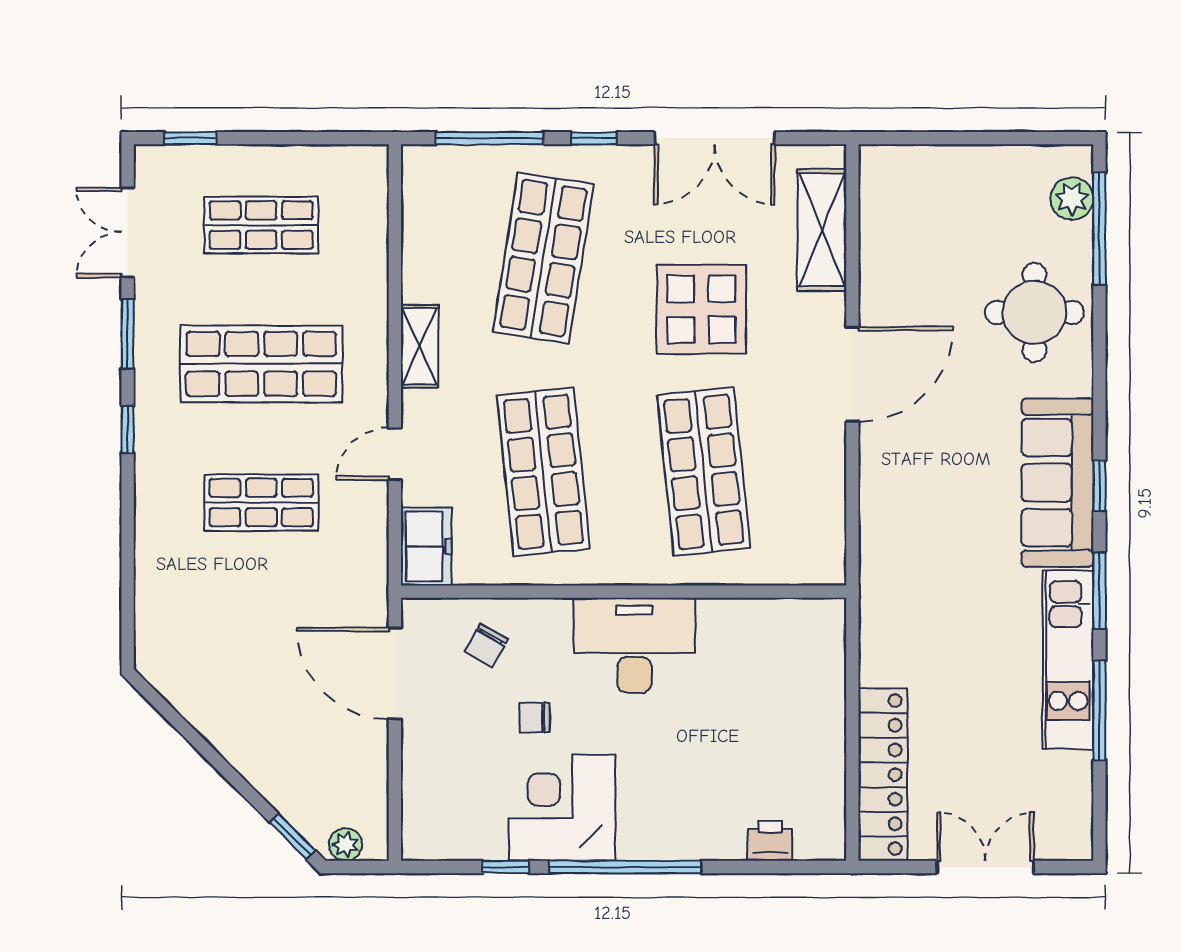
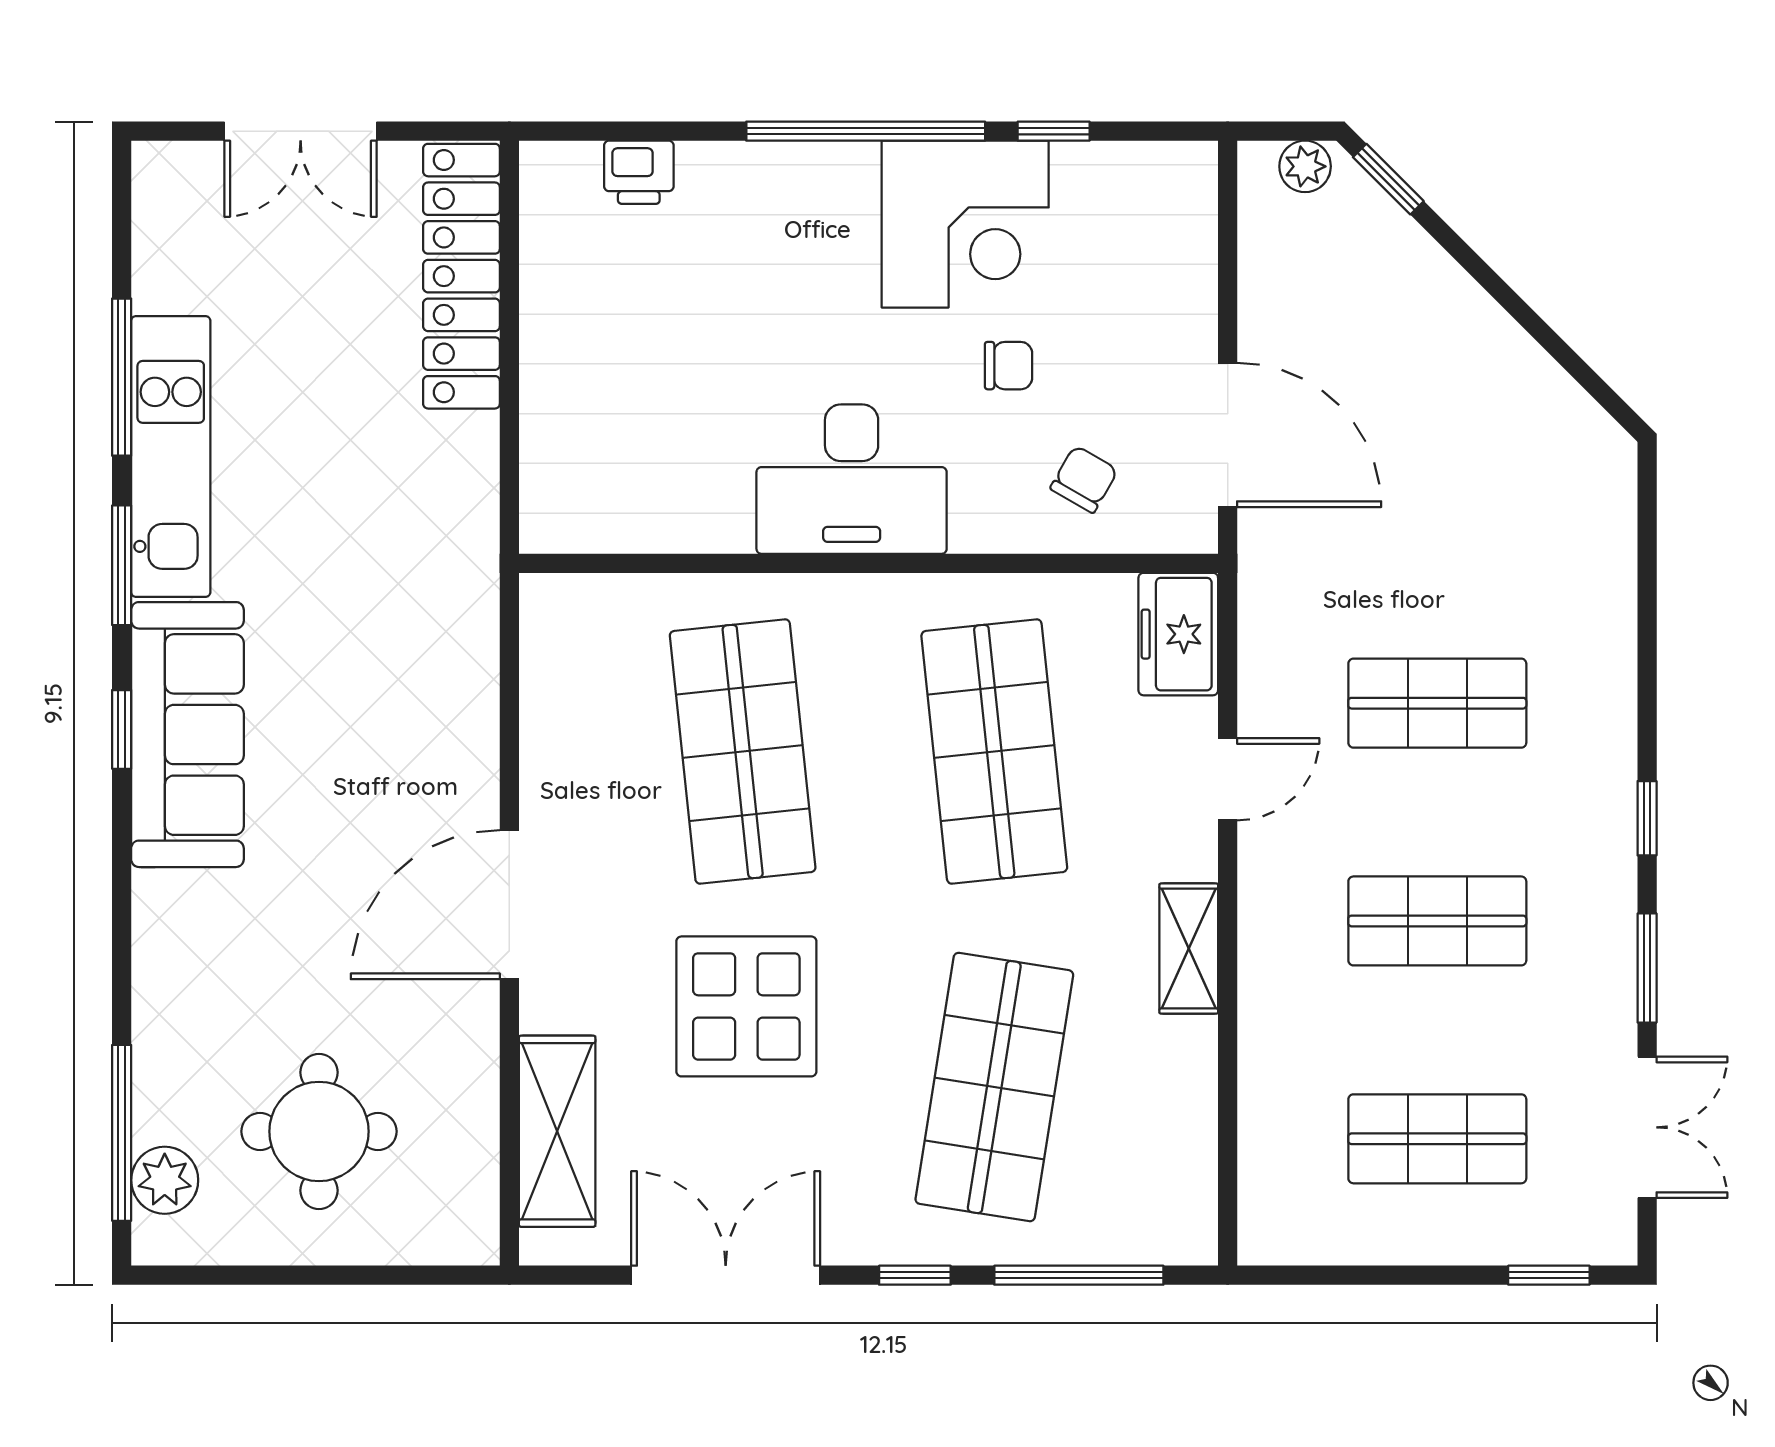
round table: (1034, 312) -> (319, 1131), moved
shop shelf: (261, 364) -> (1437, 921), width x0.70, depth x0.74

